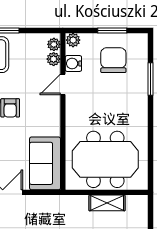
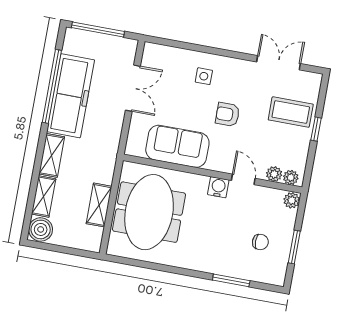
chair: (113, 60) -> (260, 242), width x0.54, depth x0.54
water cooler: (73, 63) -> (218, 187), moved
sofa: (45, 163) -> (177, 146), moved

